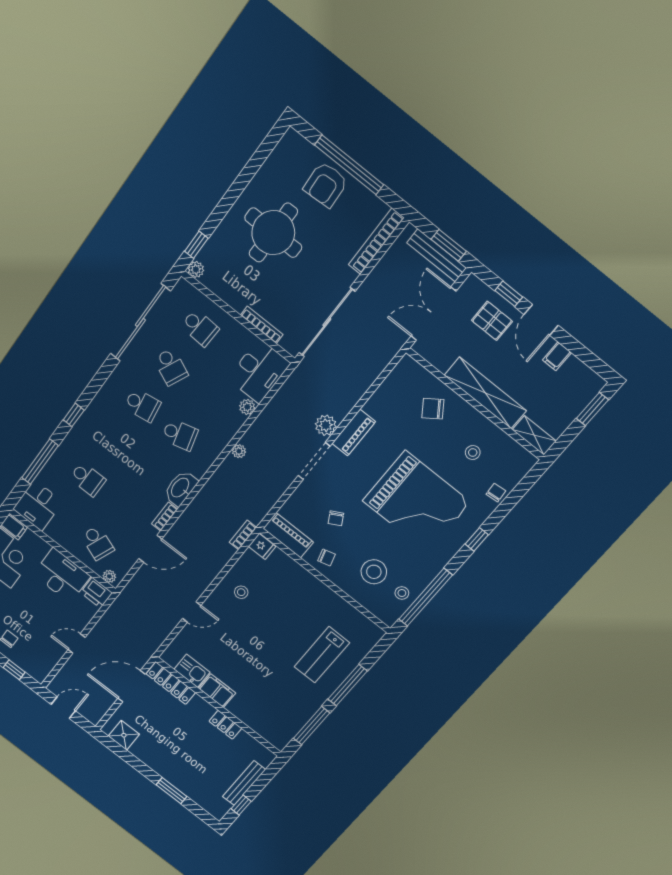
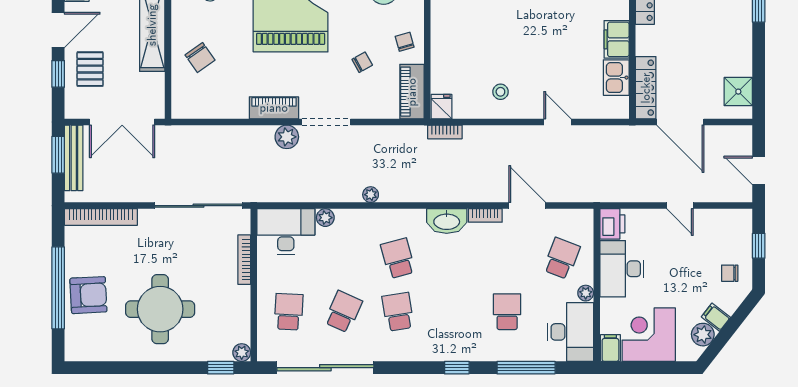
desk: (38, 505) -> (570, 332), width x1.37
plant: (109, 576) -> (586, 293), moved

